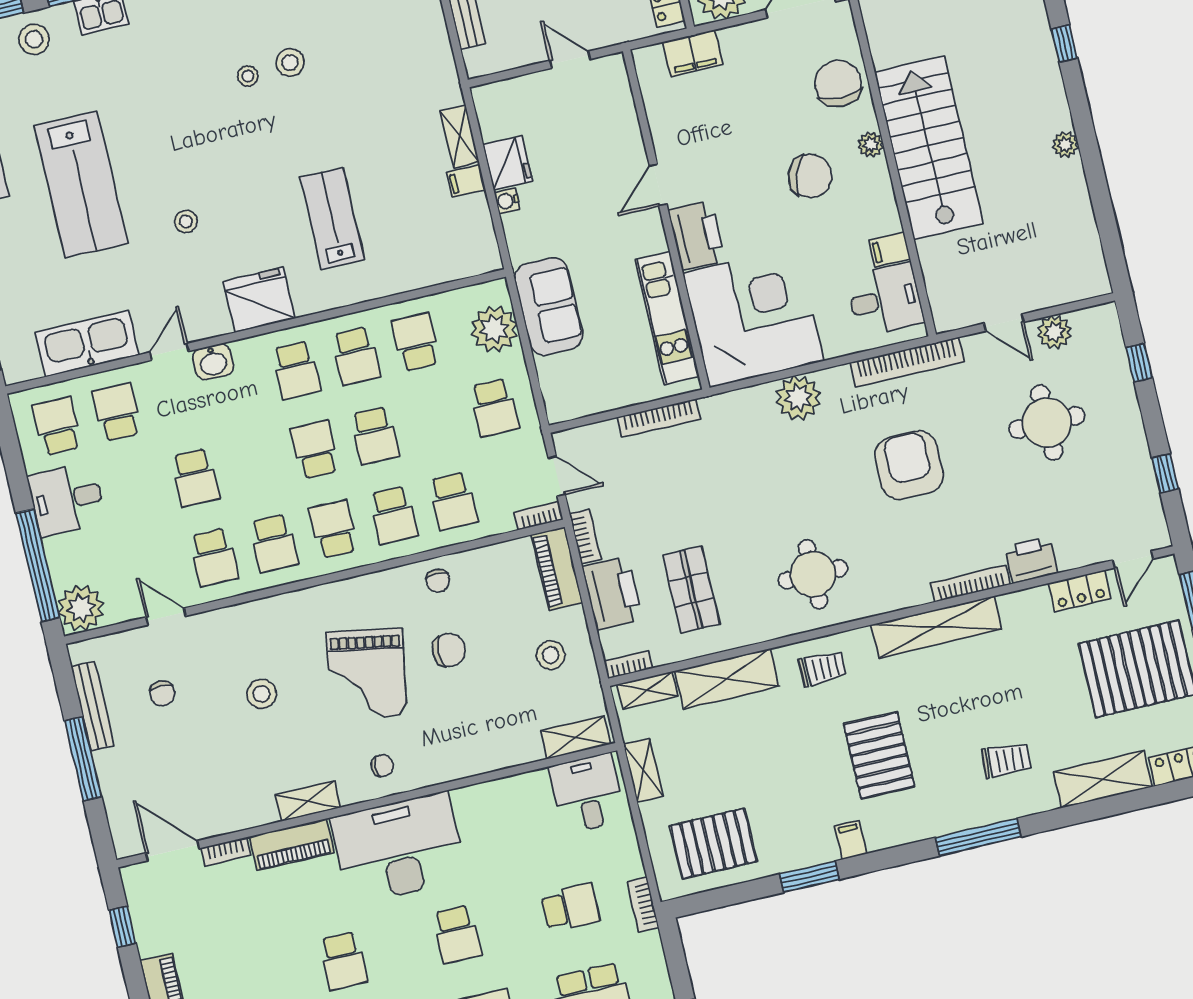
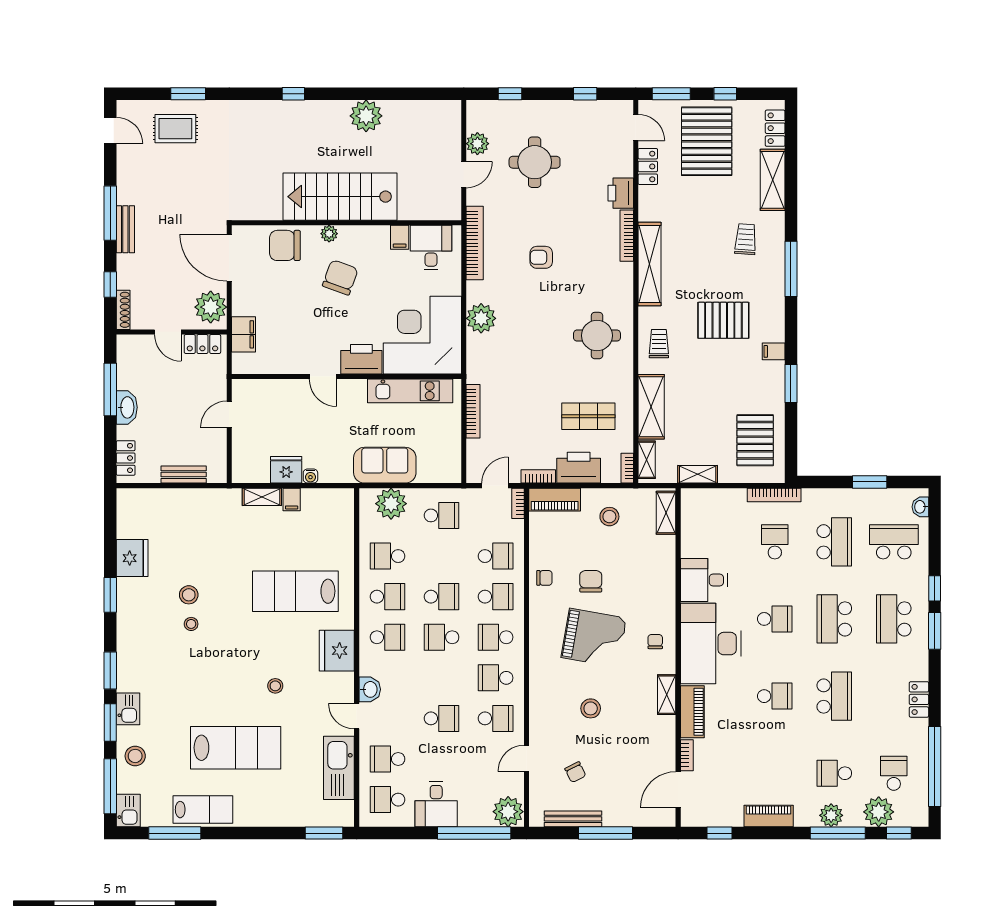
plant: (1065, 145) -> (366, 116), width x1.87, depth x1.87
lab bench: (332, 218) -> (295, 591), width x1.36, depth x1.39
armchair: (909, 465) -> (541, 257), width x0.53, depth x0.53
school desk: (274, 543) -> (496, 678), turned 180
chair: (162, 693) -> (575, 772), turned 64
desk: (587, 793) -> (704, 580), moved
bookcase: (643, 905) -> (774, 495), width x1.56

